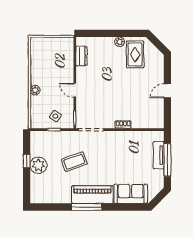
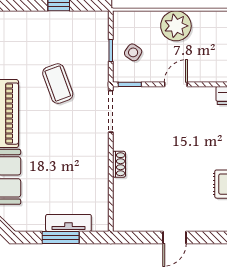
plant: (35, 90) -> (176, 26), width x1.87, depth x1.87
door: (167, 91) -> (175, 237), swing flipped
window: (167, 160) -> (61, 237), width x0.69
plant: (38, 165) -> (52, 24), removed

